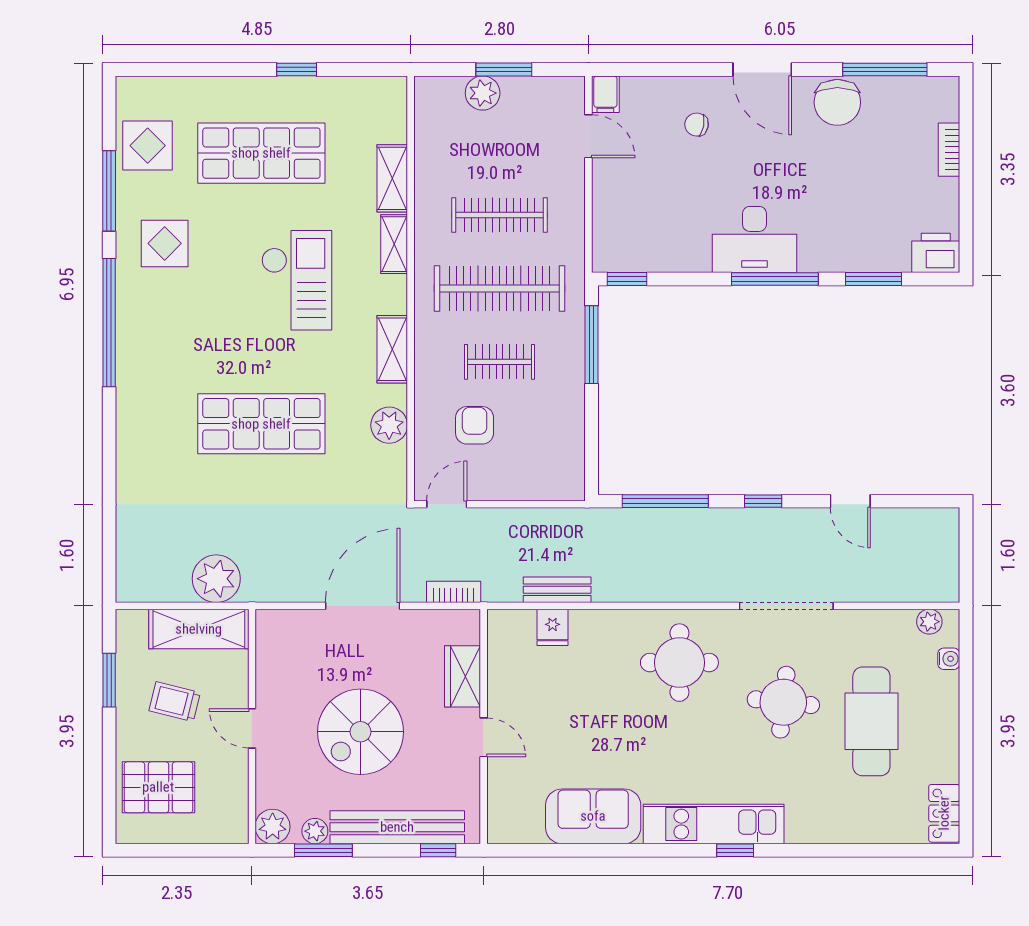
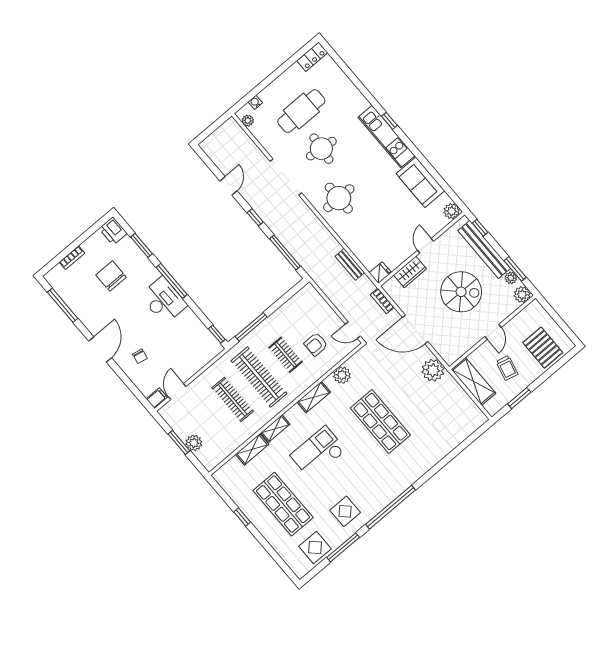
chair: (837, 102) -> (111, 276), moved, turned -90
plant: (216, 579) -> (433, 370), moved
fridge: (553, 627) -> (380, 273), moved
plant: (504, 827) -> (452, 211), added

